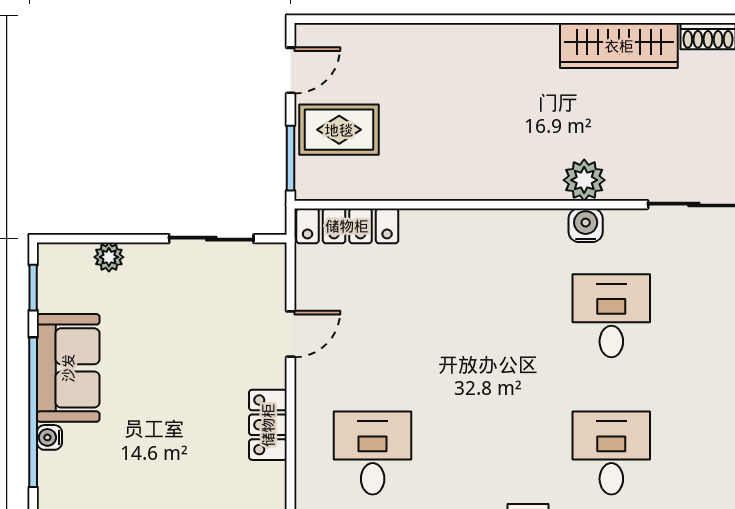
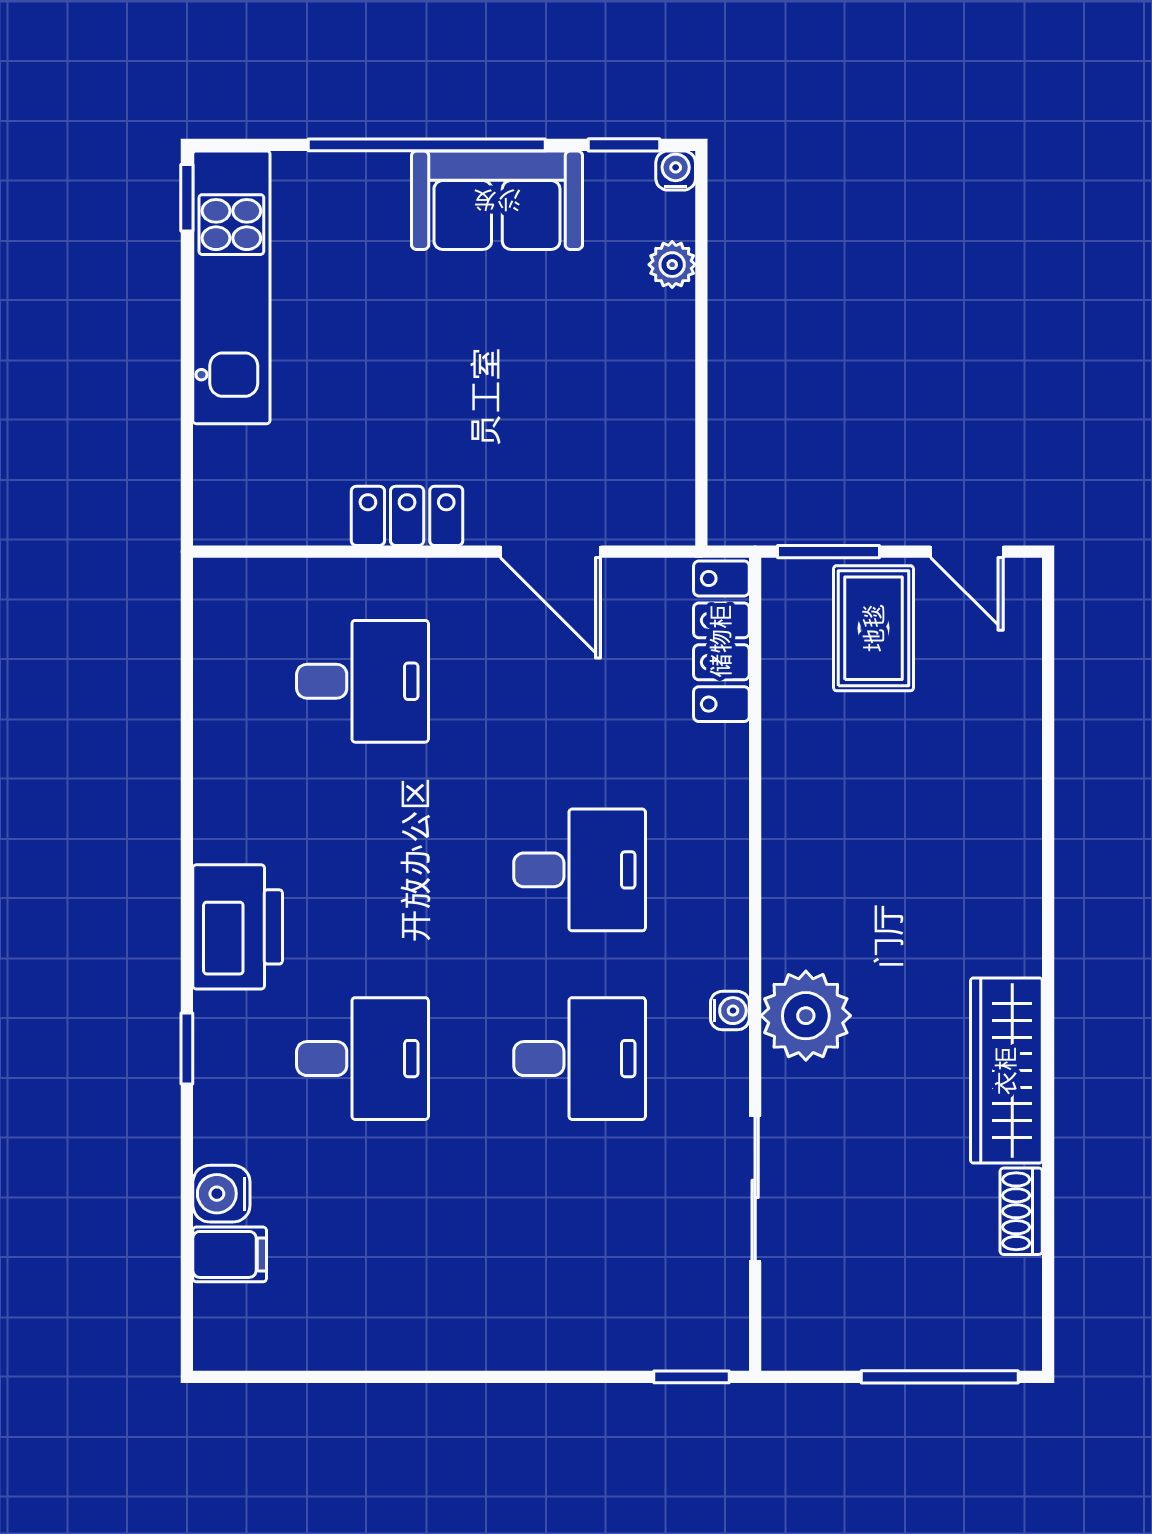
plant: (584, 180) -> (806, 1016), width x1.36, depth x1.36
water cooler: (586, 225) -> (730, 1011), width x0.72, depth x0.72
sliding door: (211, 239) -> (701, 426), removed
desk: (492, 316) -> (580, 870), added
door: (291, 334) -> (551, 552), width x1.38
water cooler: (49, 437) -> (676, 171), moved

